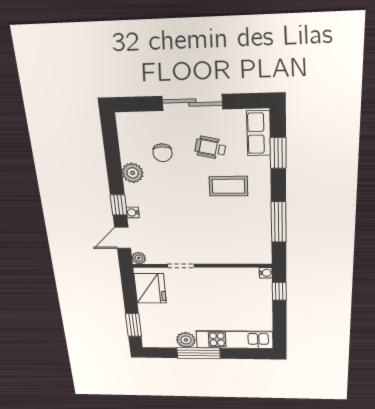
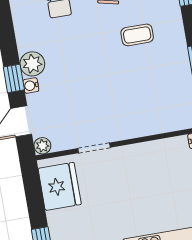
plant: (133, 173) -> (32, 64), moved
coffee table: (228, 186) -> (137, 35), width x0.73, depth x0.77

